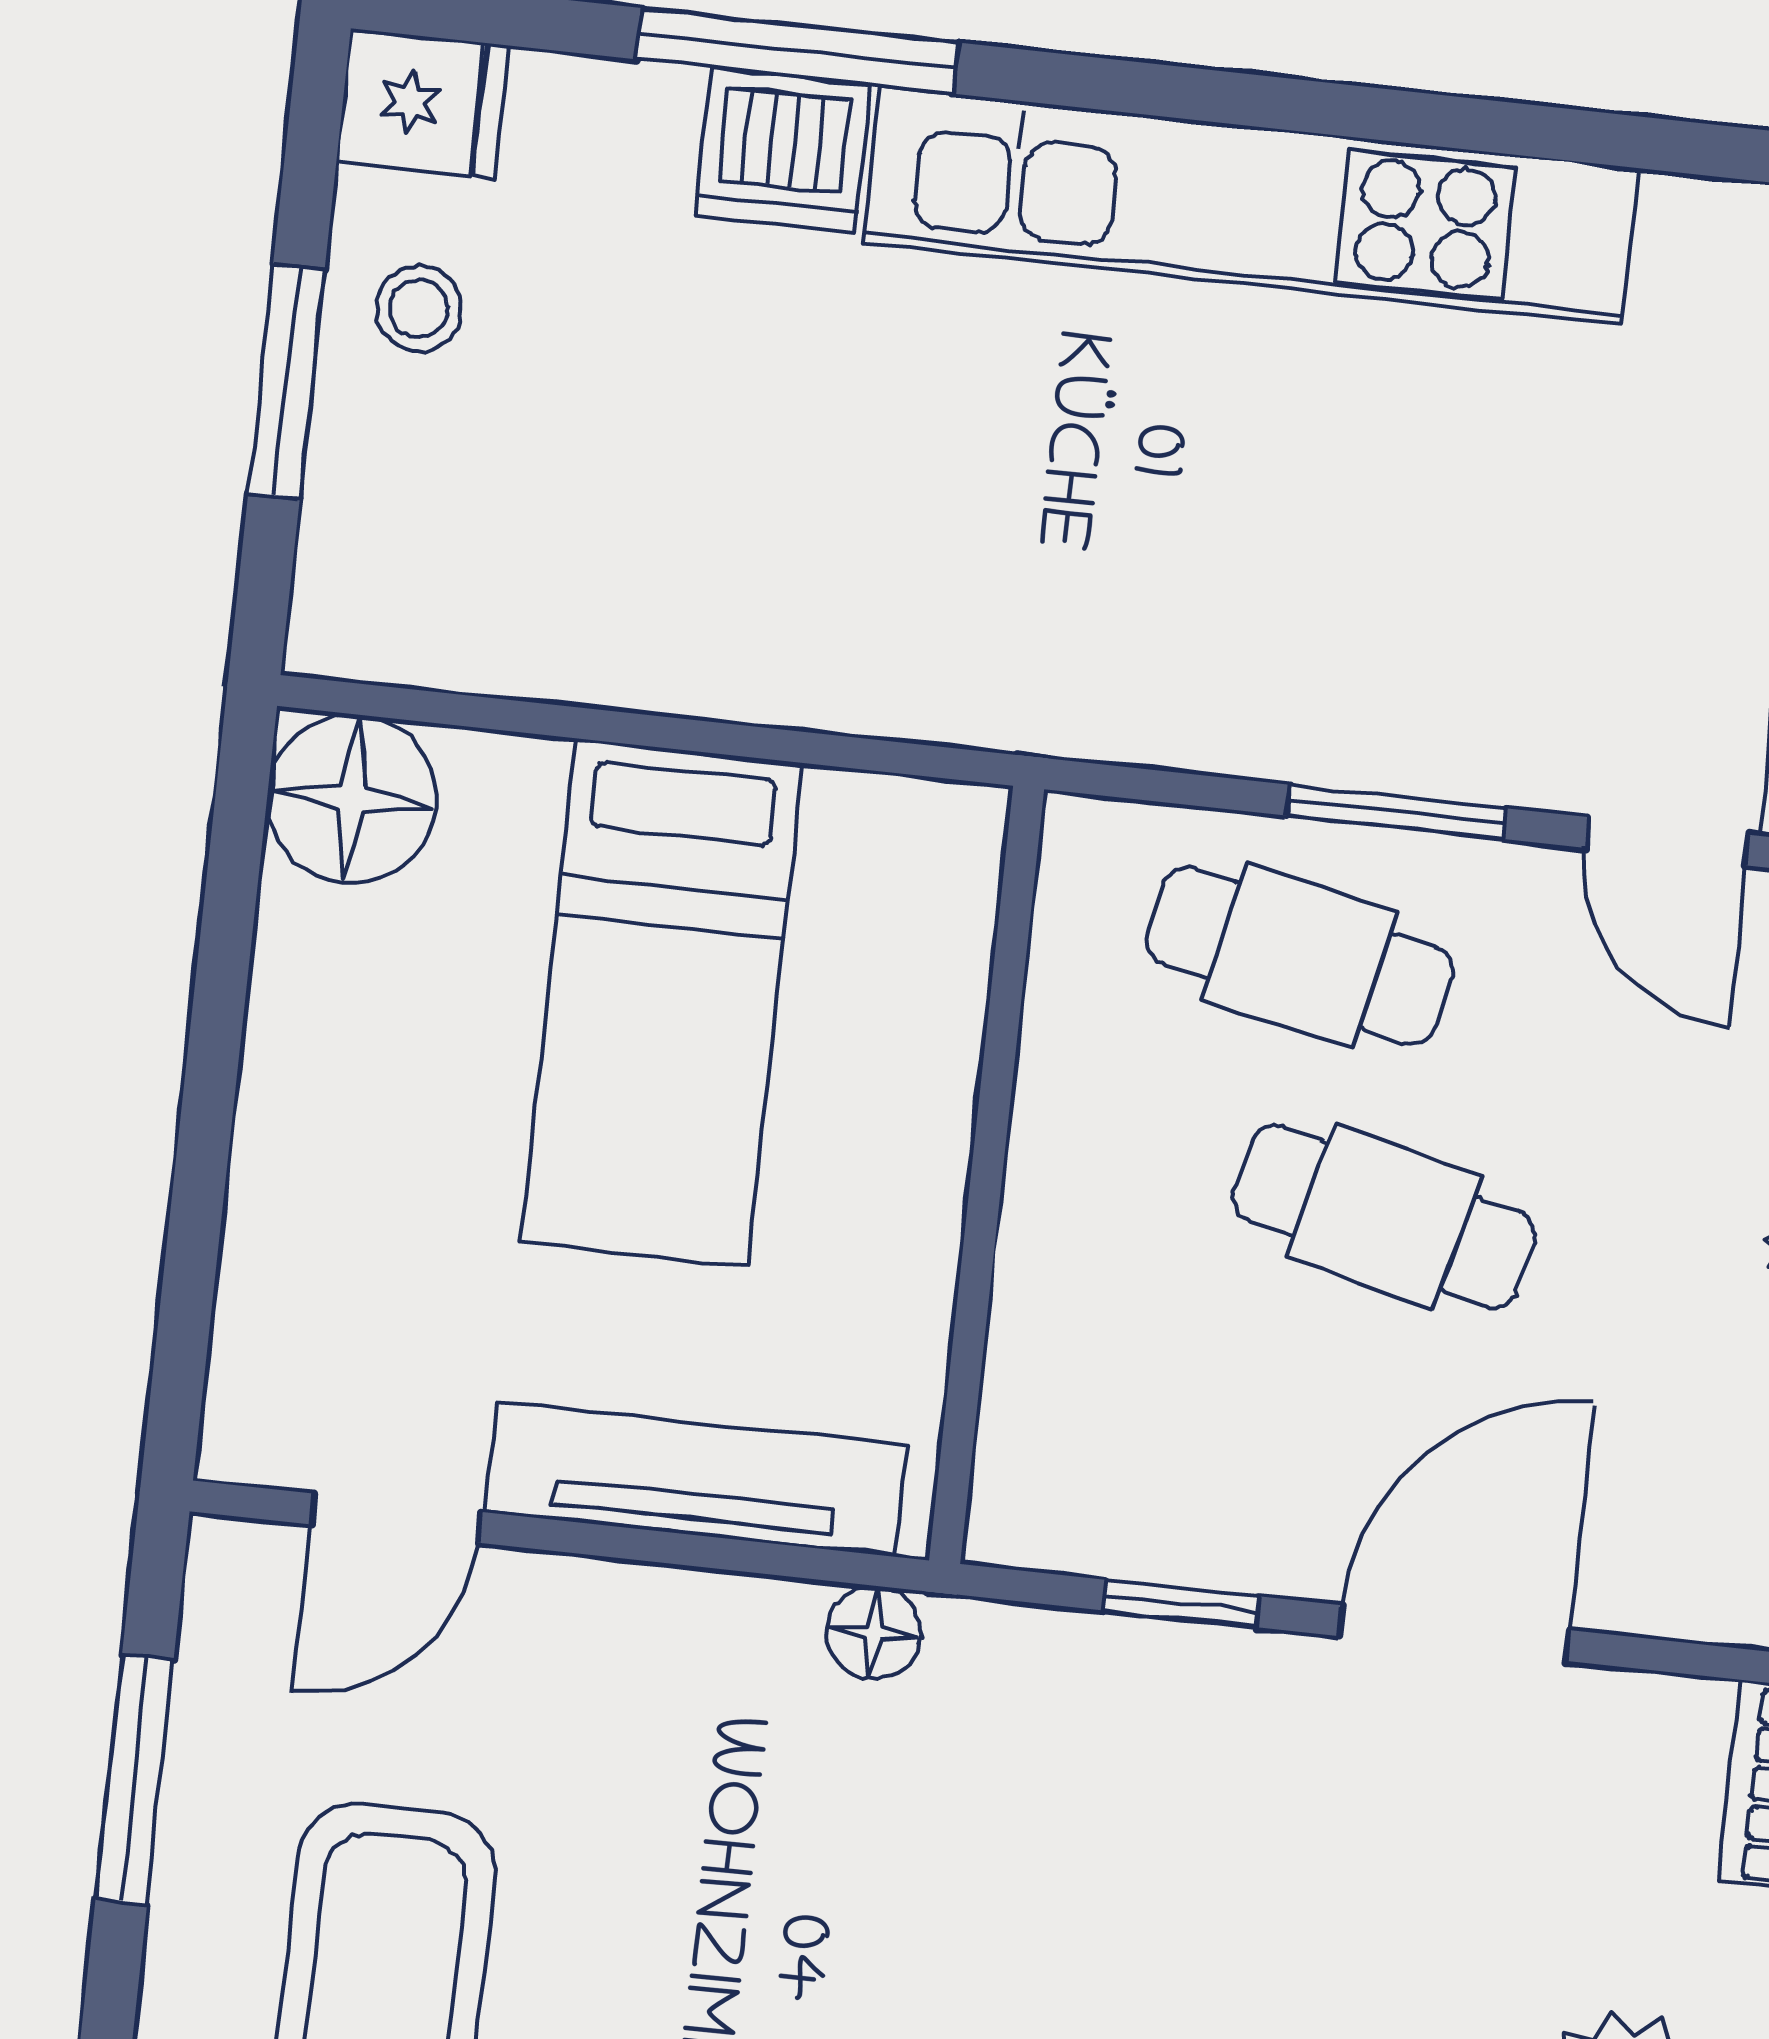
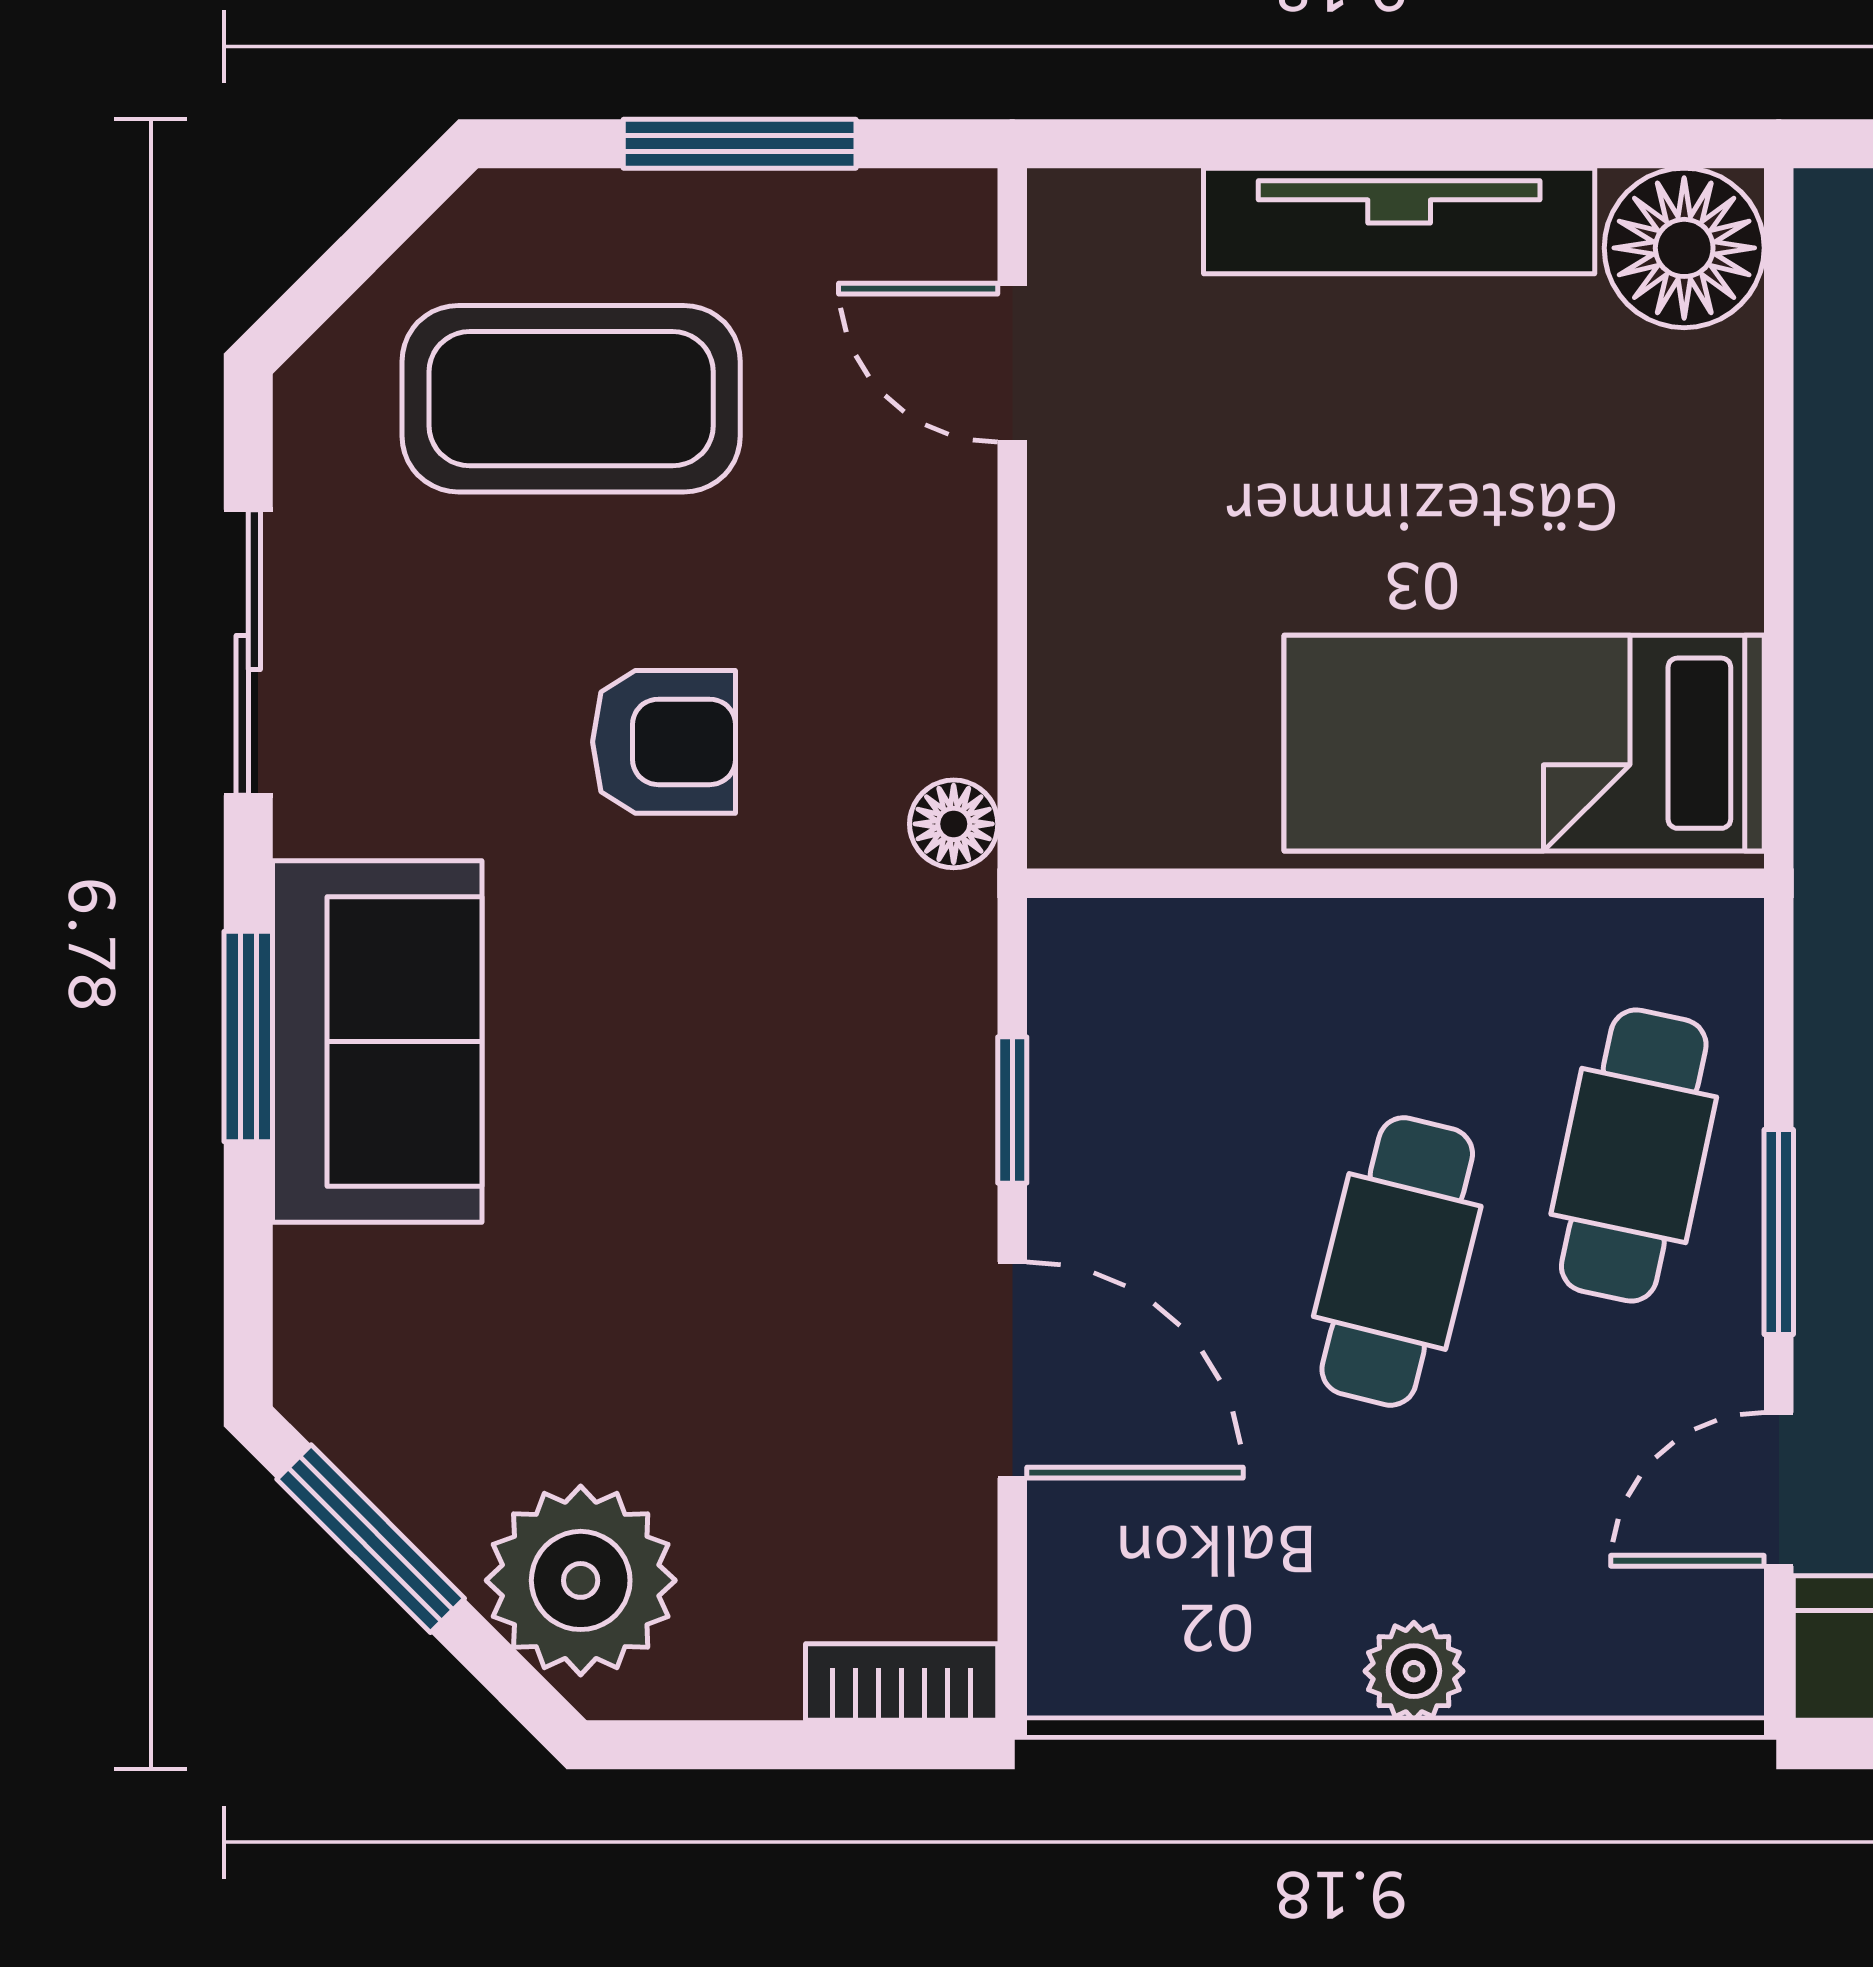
bed: (662, 1003) -> (1524, 743), moved
tv unit: (696, 1479) -> (1399, 221), moved, turned 90
armchair: (755, 1927) -> (664, 742), added

